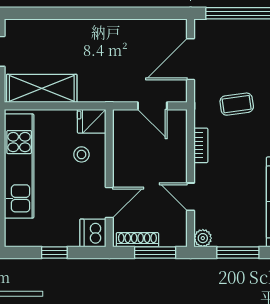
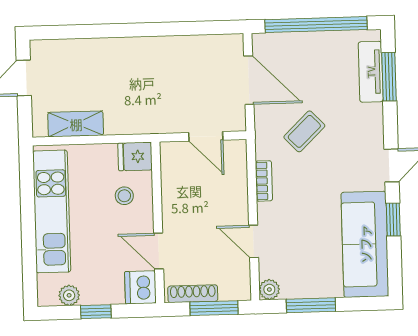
door: (191, 59) -> (249, 80), swing flipped
shelving: (42, 88) -> (76, 124), width x0.67, depth x0.75
coffee table: (237, 104) -> (304, 131), turned -36
door: (109, 203) -> (159, 251), swing flipped
plant: (32, 238) -> (69, 295), added

